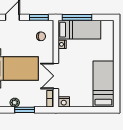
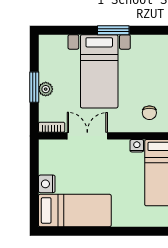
nightstand: (64, 102) -> (47, 184), moved
plant: (15, 103) -> (46, 89), moved

